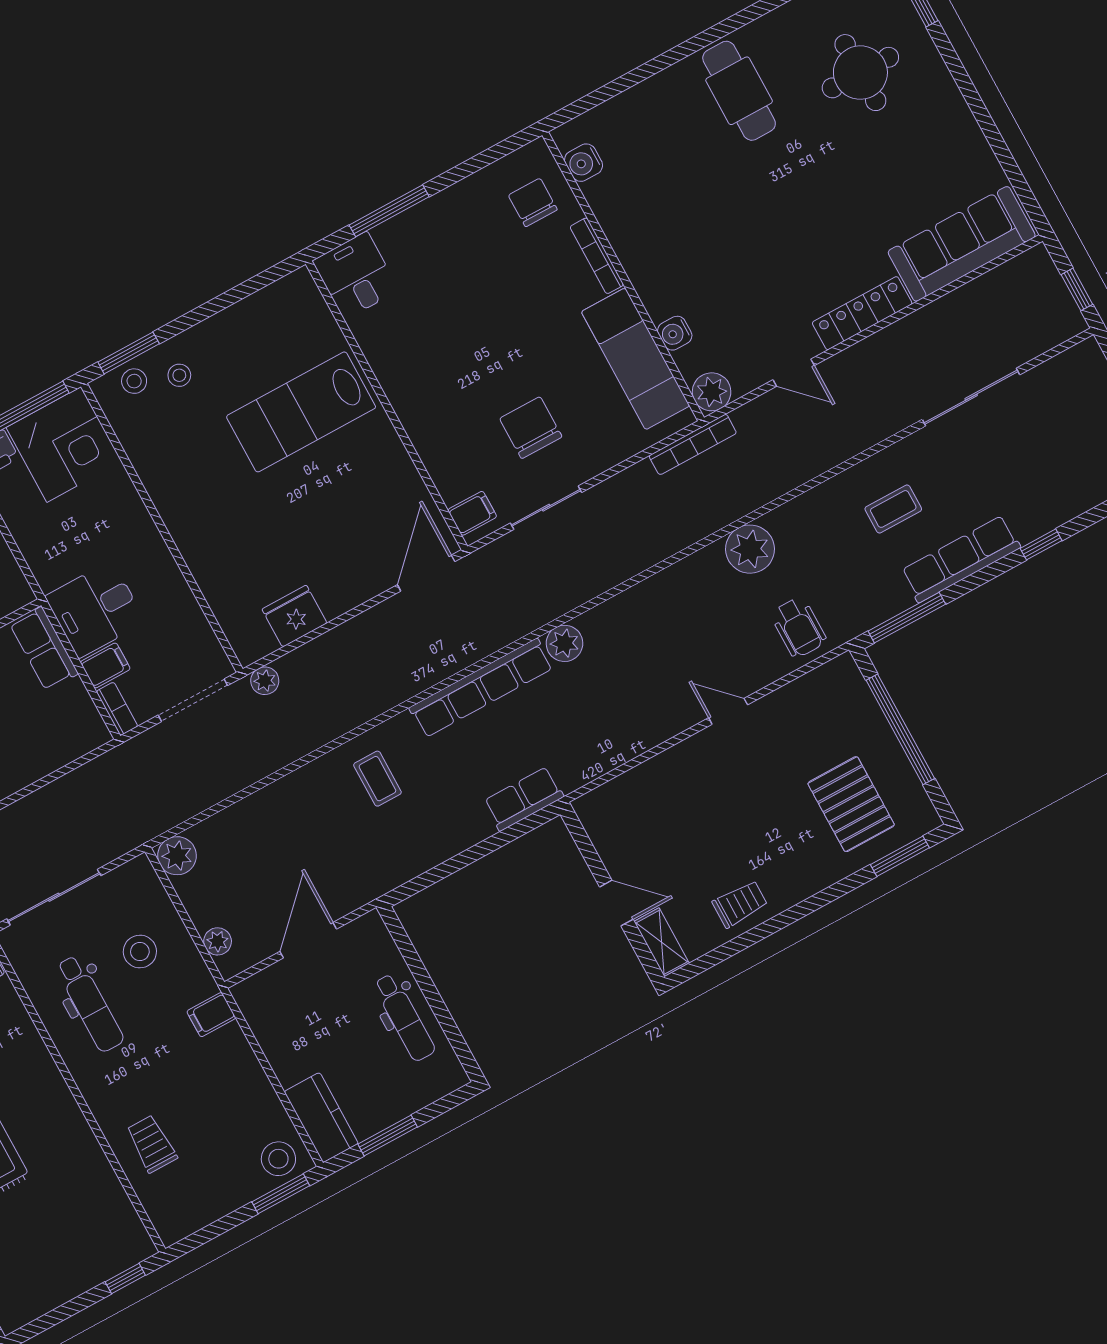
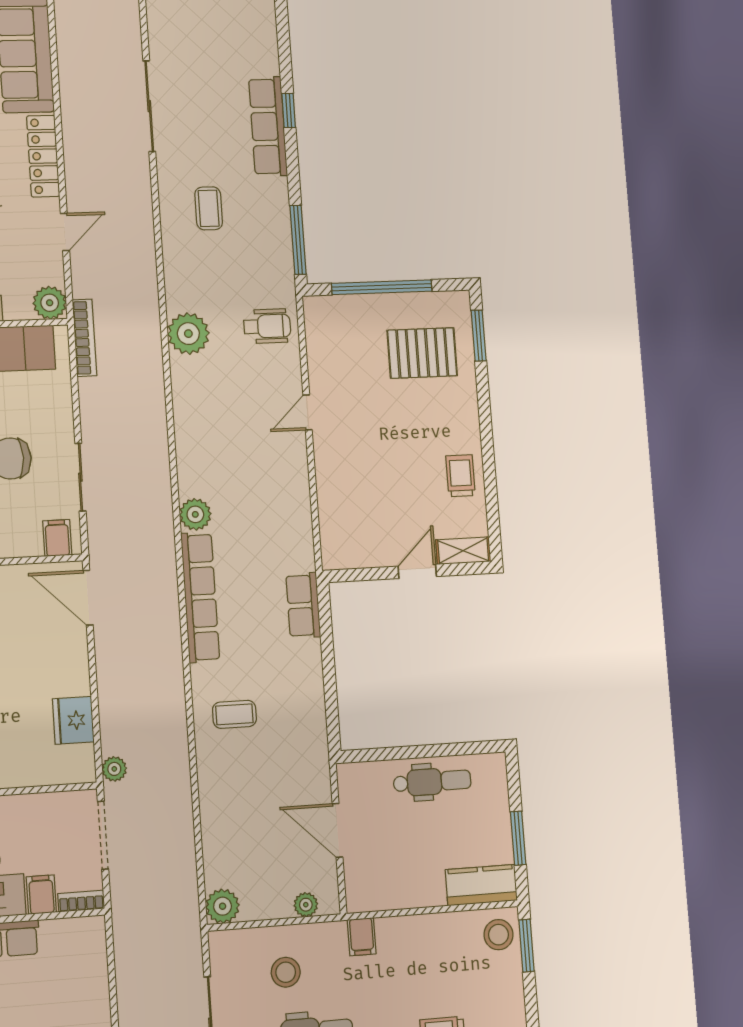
row of seats: (961, 559) -> (268, 126), moved

